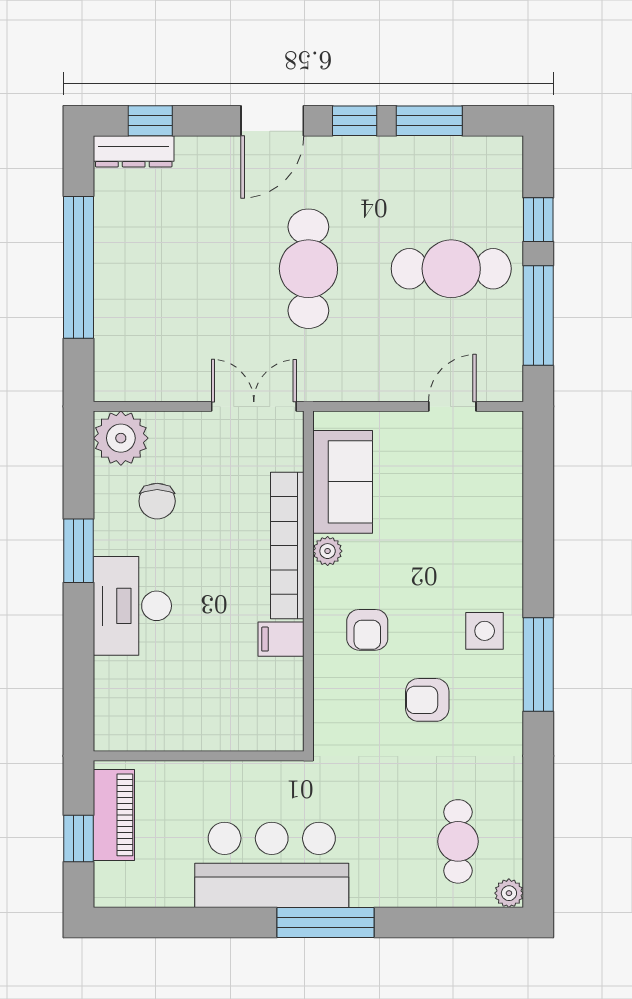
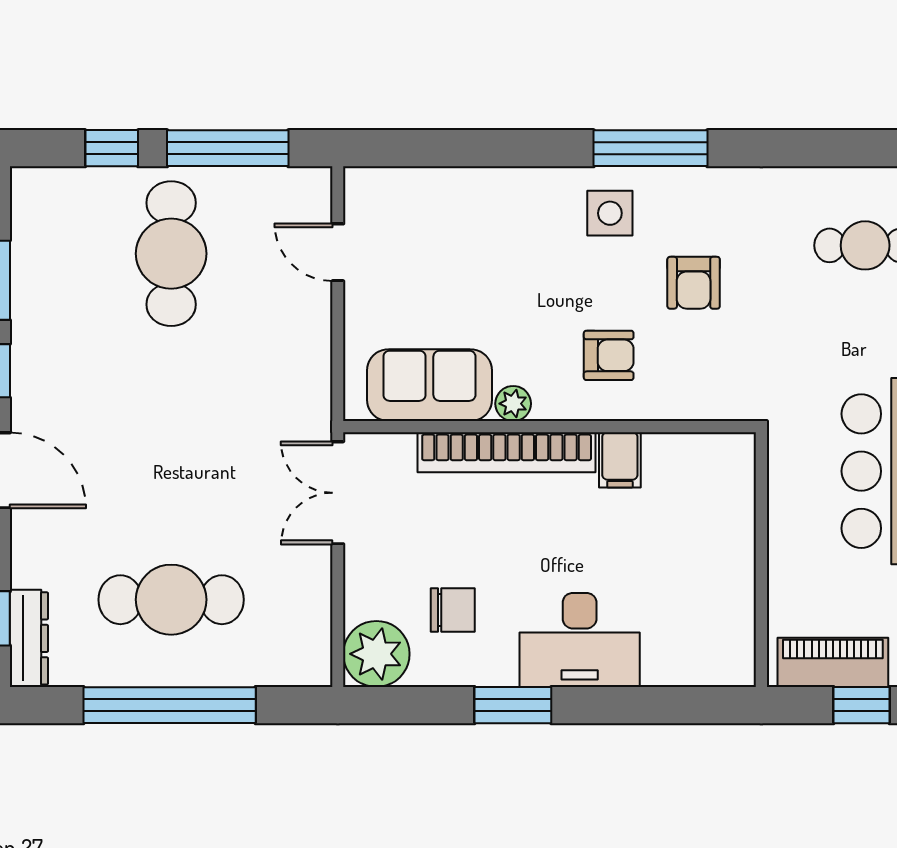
cafe table: (308, 269) -> (171, 600), moved

